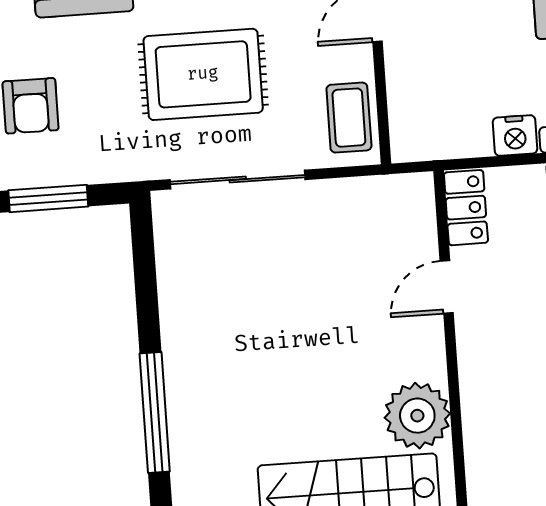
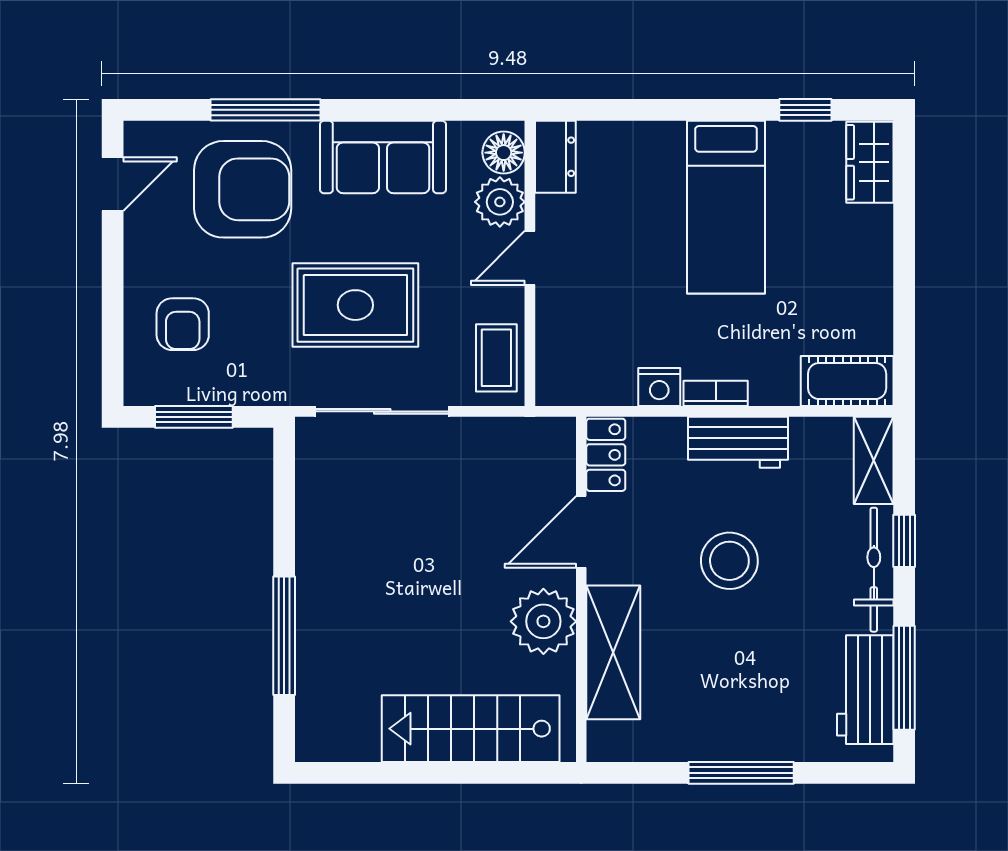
door: (447, 287) -> (581, 532), width x1.38
shelving: (487, 406) -> (613, 652), added
plant: (417, 416) -> (543, 621), moved

